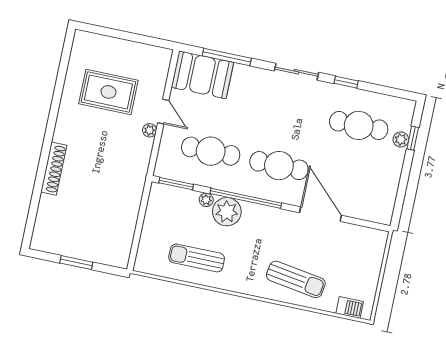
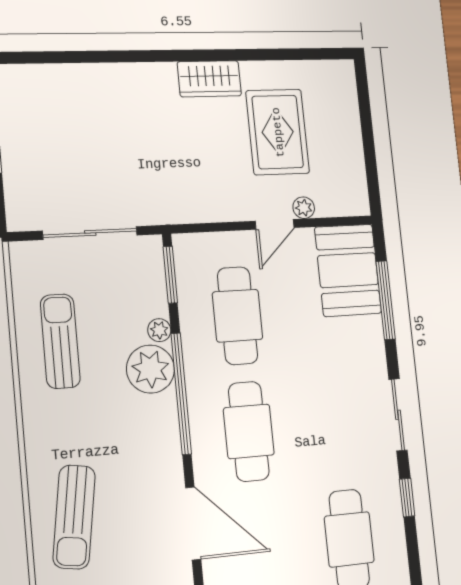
wardrobe: (66, 124) -> (209, 79), added
plant: (150, 130) -> (304, 208), moved
shoe rack: (54, 169) -> (134, 75), removed
door: (320, 214) -> (193, 523), hinge flipped
sliding door: (140, 223) -> (90, 233), added

